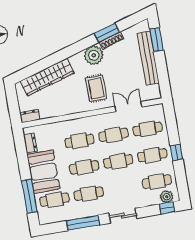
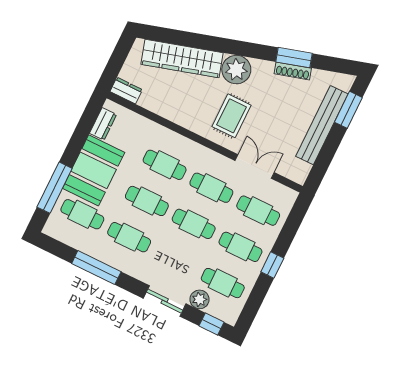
plant: (94, 55) -> (236, 70), moved
plant: (167, 197) -> (199, 299), moved
sliding door: (123, 216) -> (165, 301), moved

